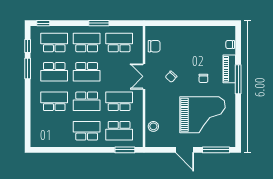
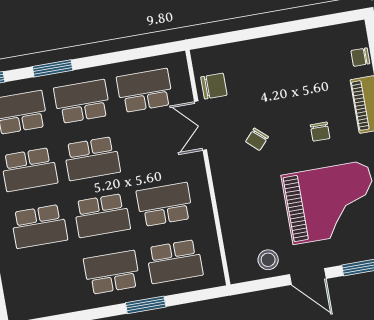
window: (99, 23) -> (53, 68), moved
double door: (144, 76) -> (201, 126), moved
school desk: (54, 101) -> (39, 226), turned 180
stool: (153, 126) -> (268, 260), moved
window: (125, 150) -> (146, 305), moved

